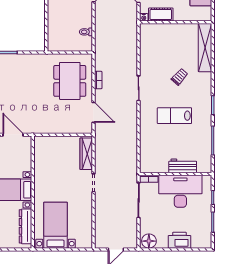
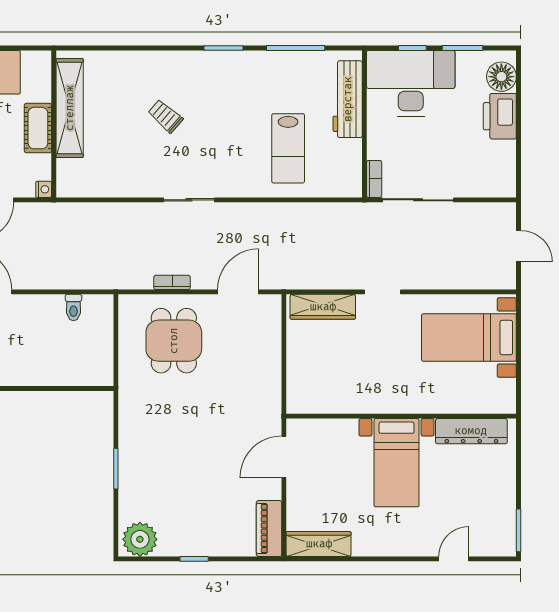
cot: (161, 14) -> (38, 128), moved
shelving: (205, 48) -> (70, 108), moved, turned 90
dining table: (70, 81) -> (174, 341), width x0.73
lab bench: (174, 116) -> (288, 148), moved
workbench: (183, 166) -> (348, 99), width x1.37
desk: (180, 191) -> (411, 83), moved, turned 90
bed with nightstands: (56, 225) -> (469, 338), moved
floor lamp: (149, 241) -> (501, 77), moved

